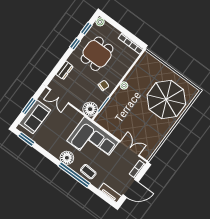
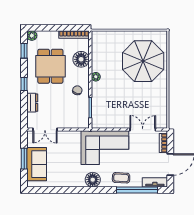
window: (75, 44) -> (24, 84), moved
floor lamp: (90, 109) -> (81, 59), moved
window: (26, 139) -> (44, 190), removed
window: (74, 175) -> (137, 190), moved

